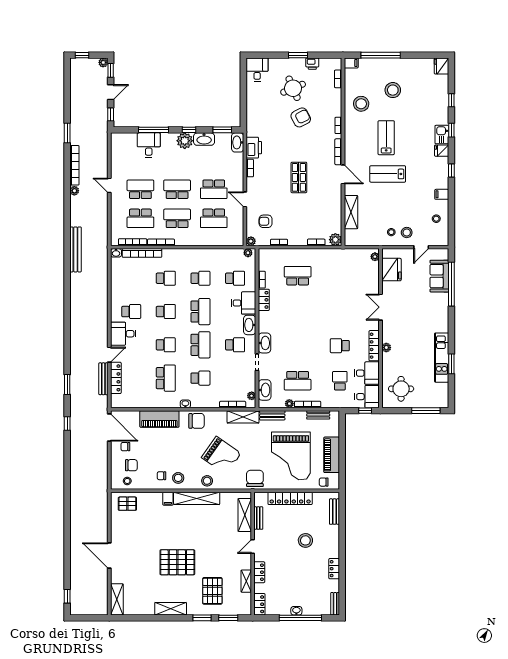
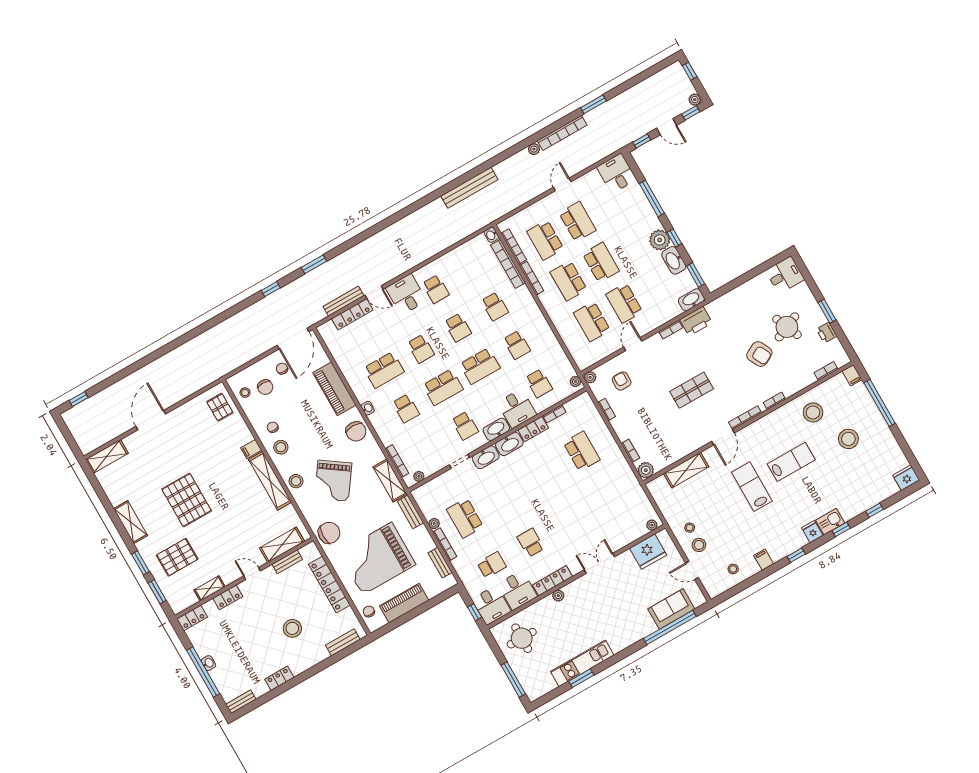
desk: (149, 145) -> (617, 173), moved, turned -90
school desk: (177, 218) -> (569, 281), turned 180
washbasin: (265, 390) -> (509, 444), moved

